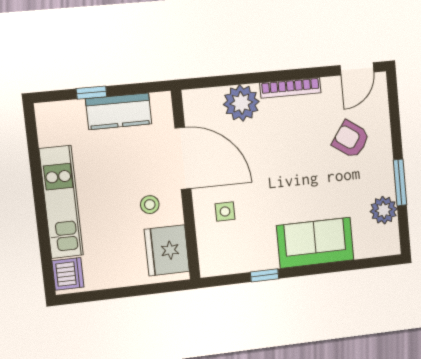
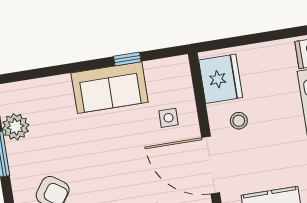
sofa: (315, 243) -> (110, 88), moved

